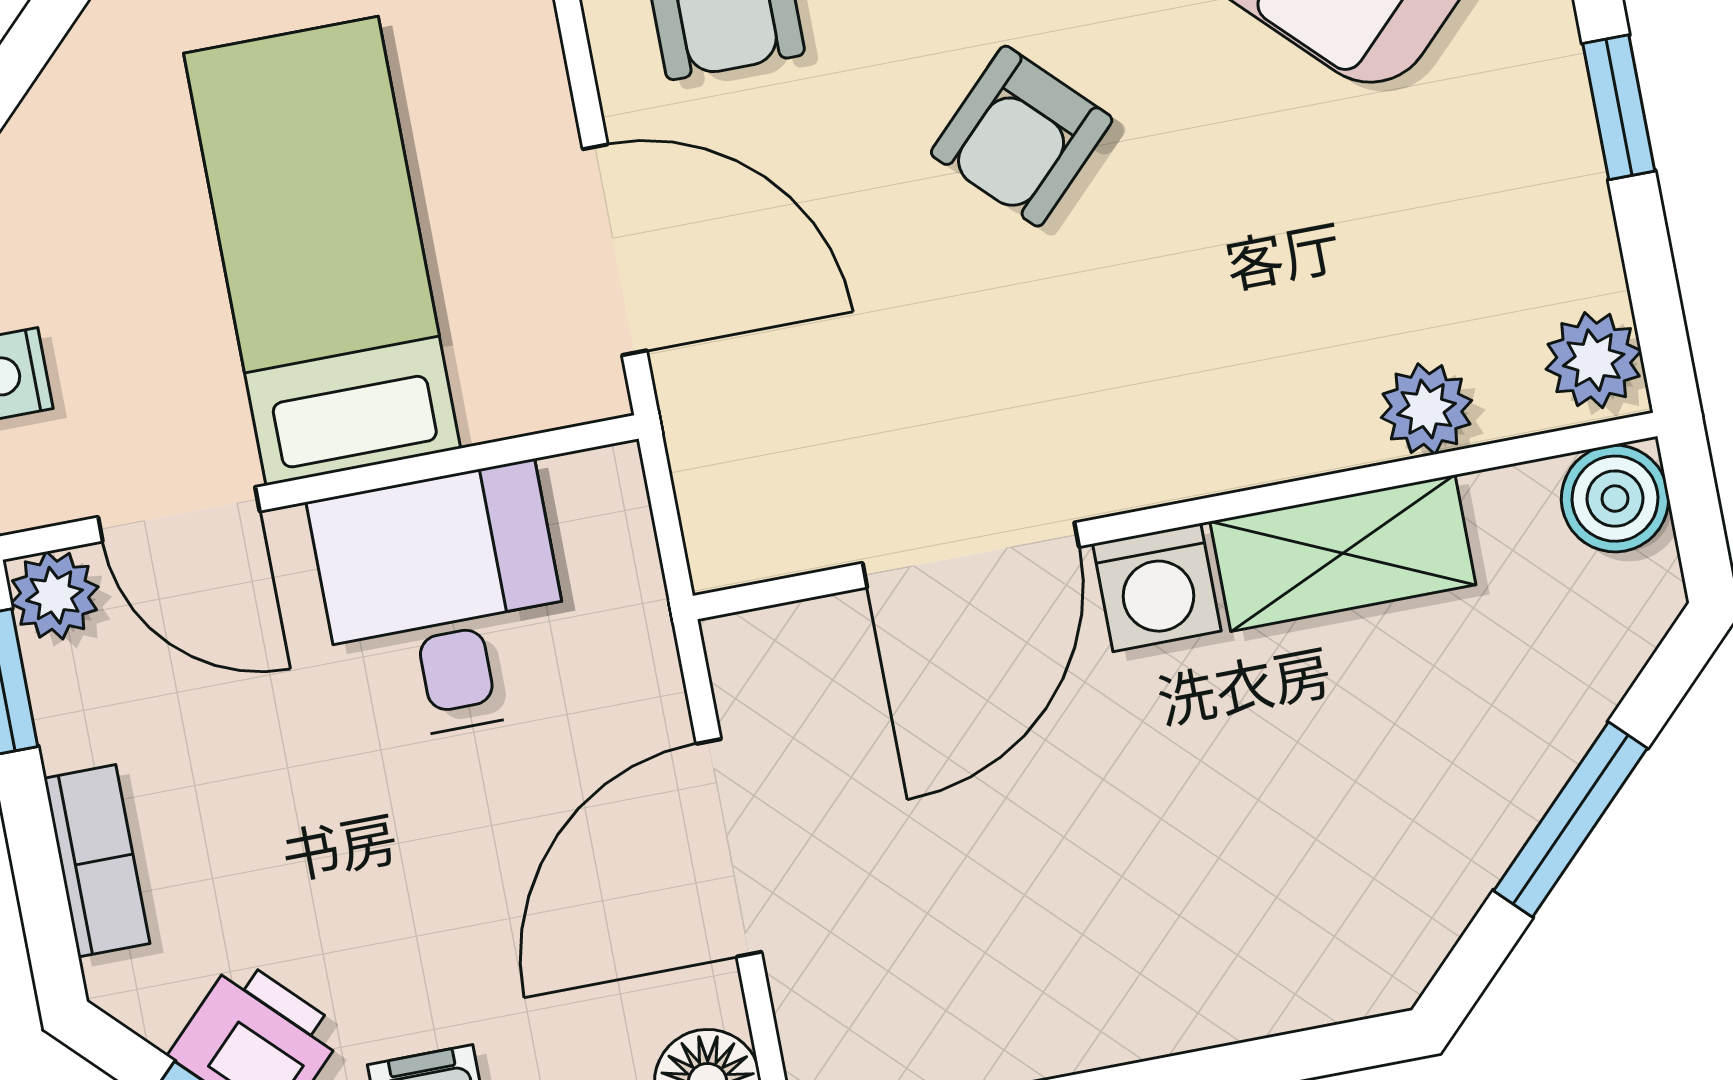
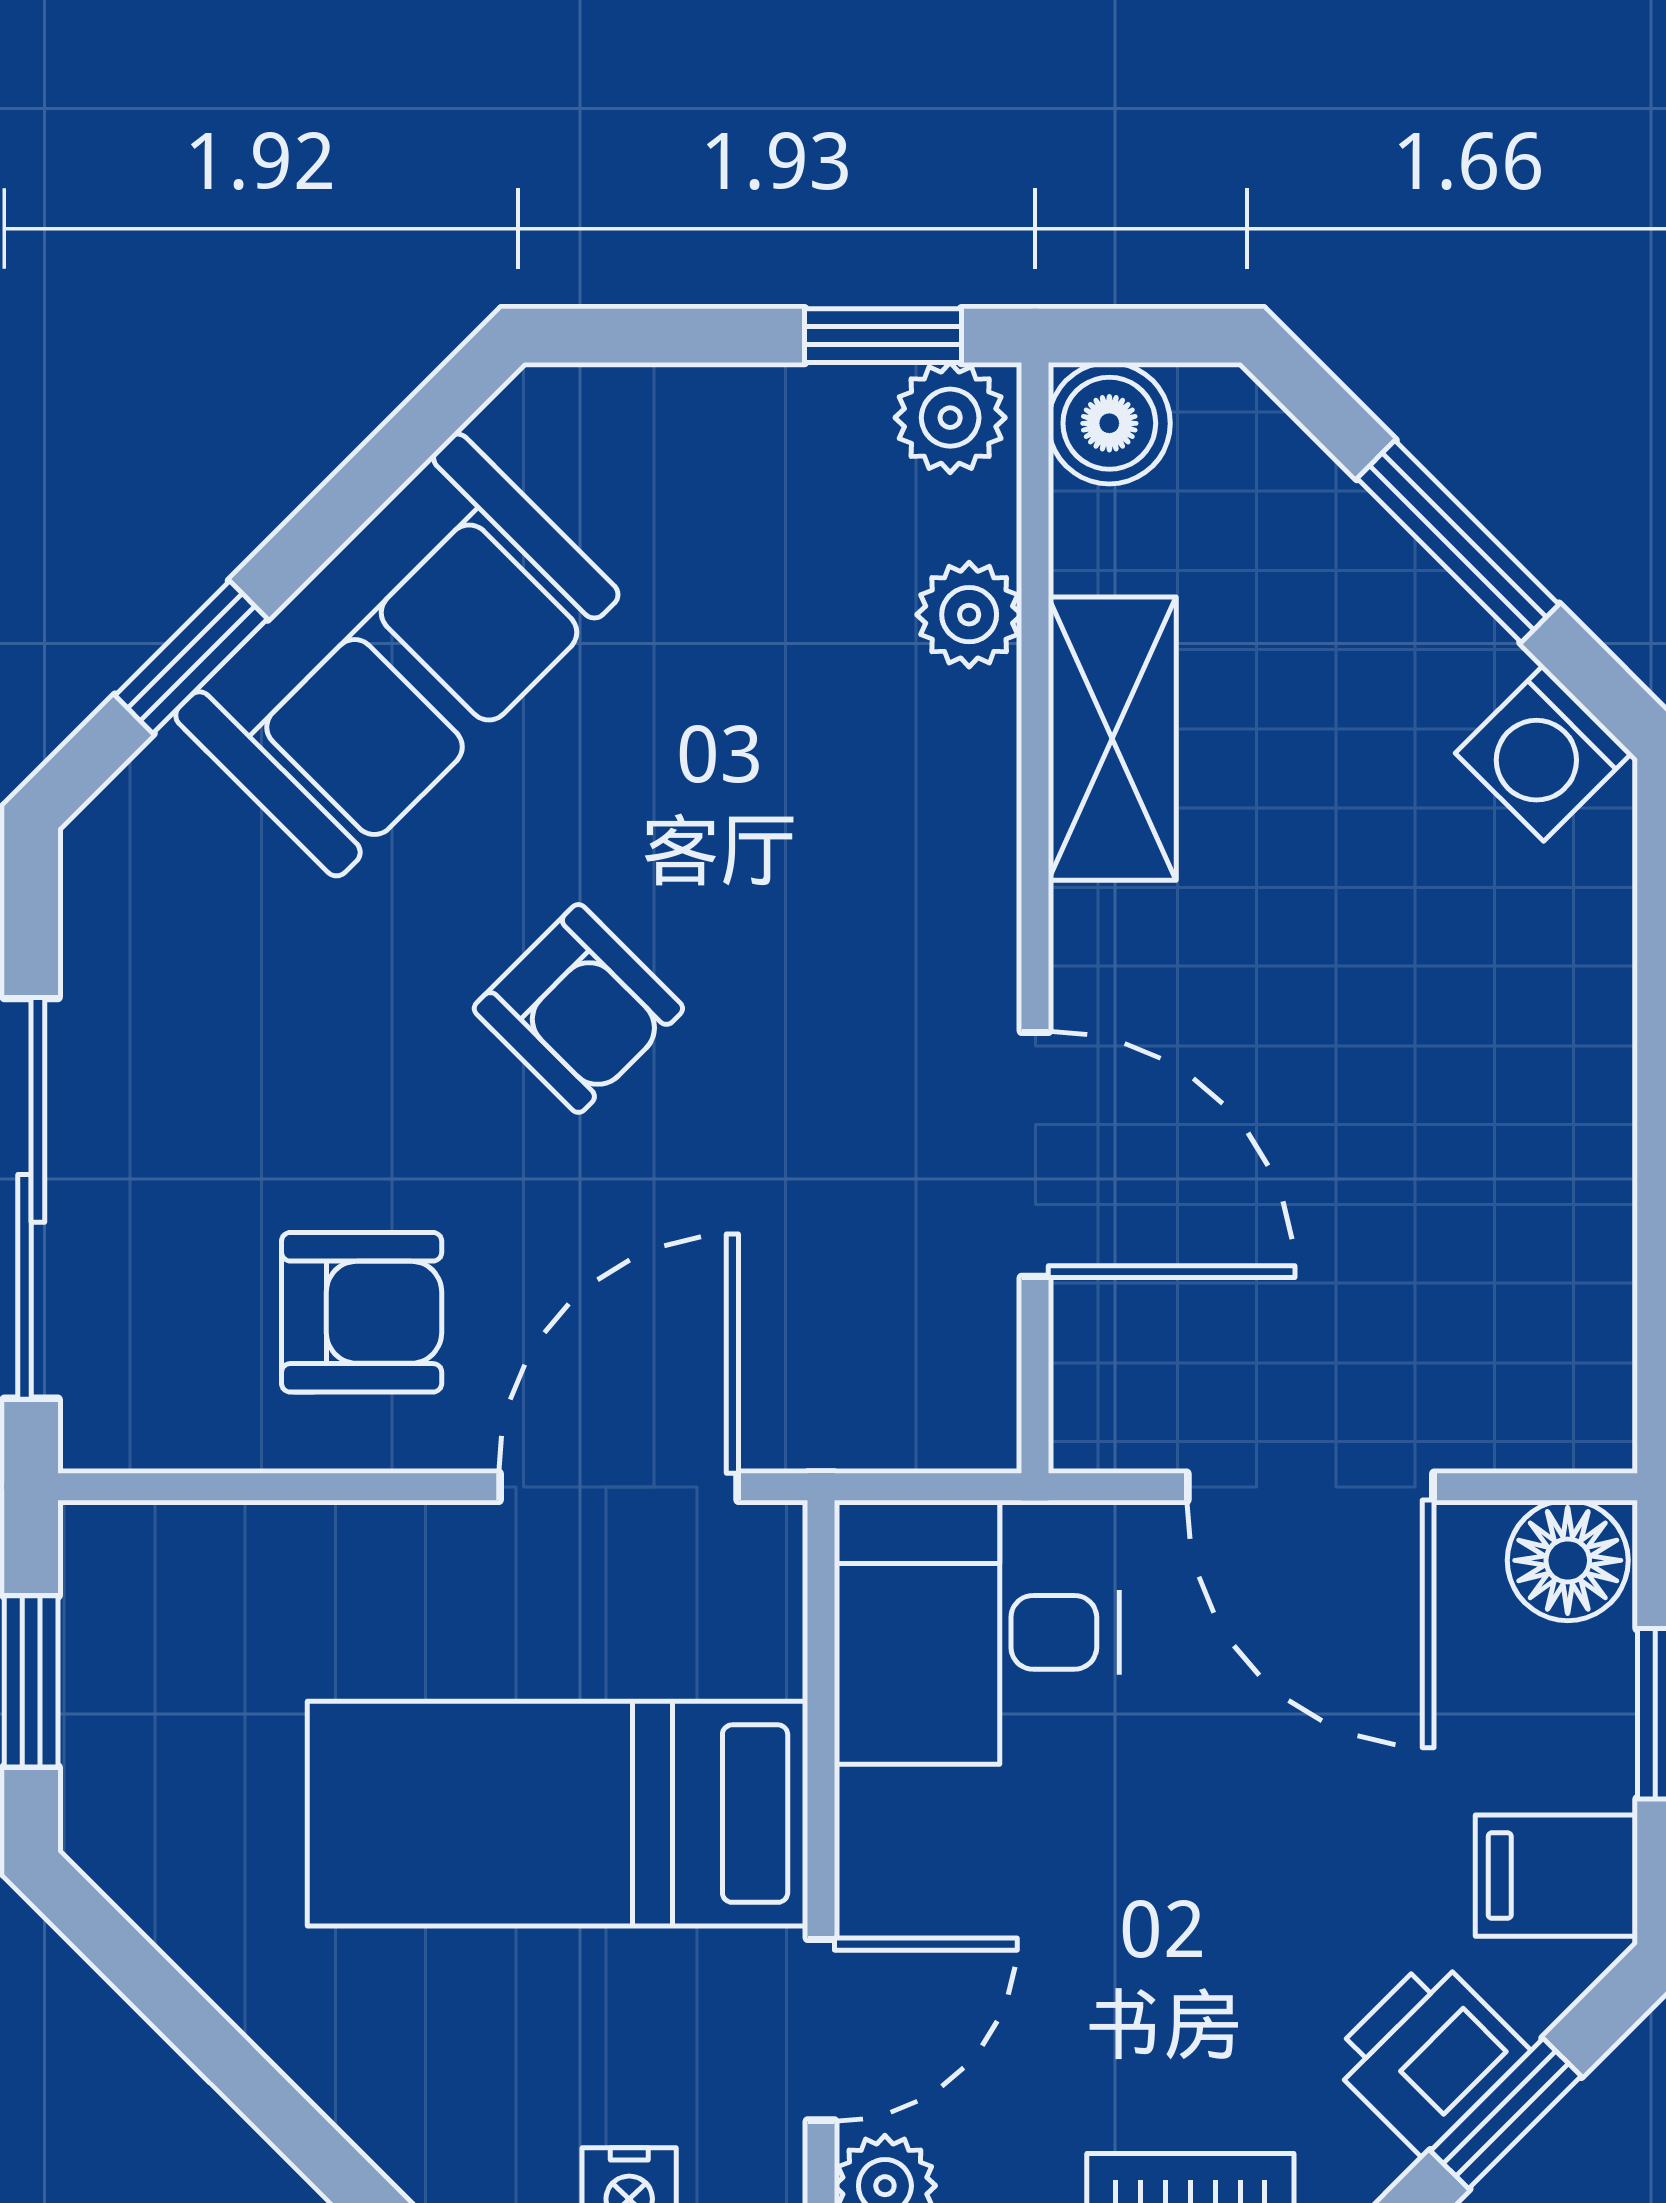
window: (1619, 107) -> (883, 336), moved
washing machine: (1157, 587) -> (1544, 753), moved, turned 135
desk: (444, 603) -> (977, 1632), moved

